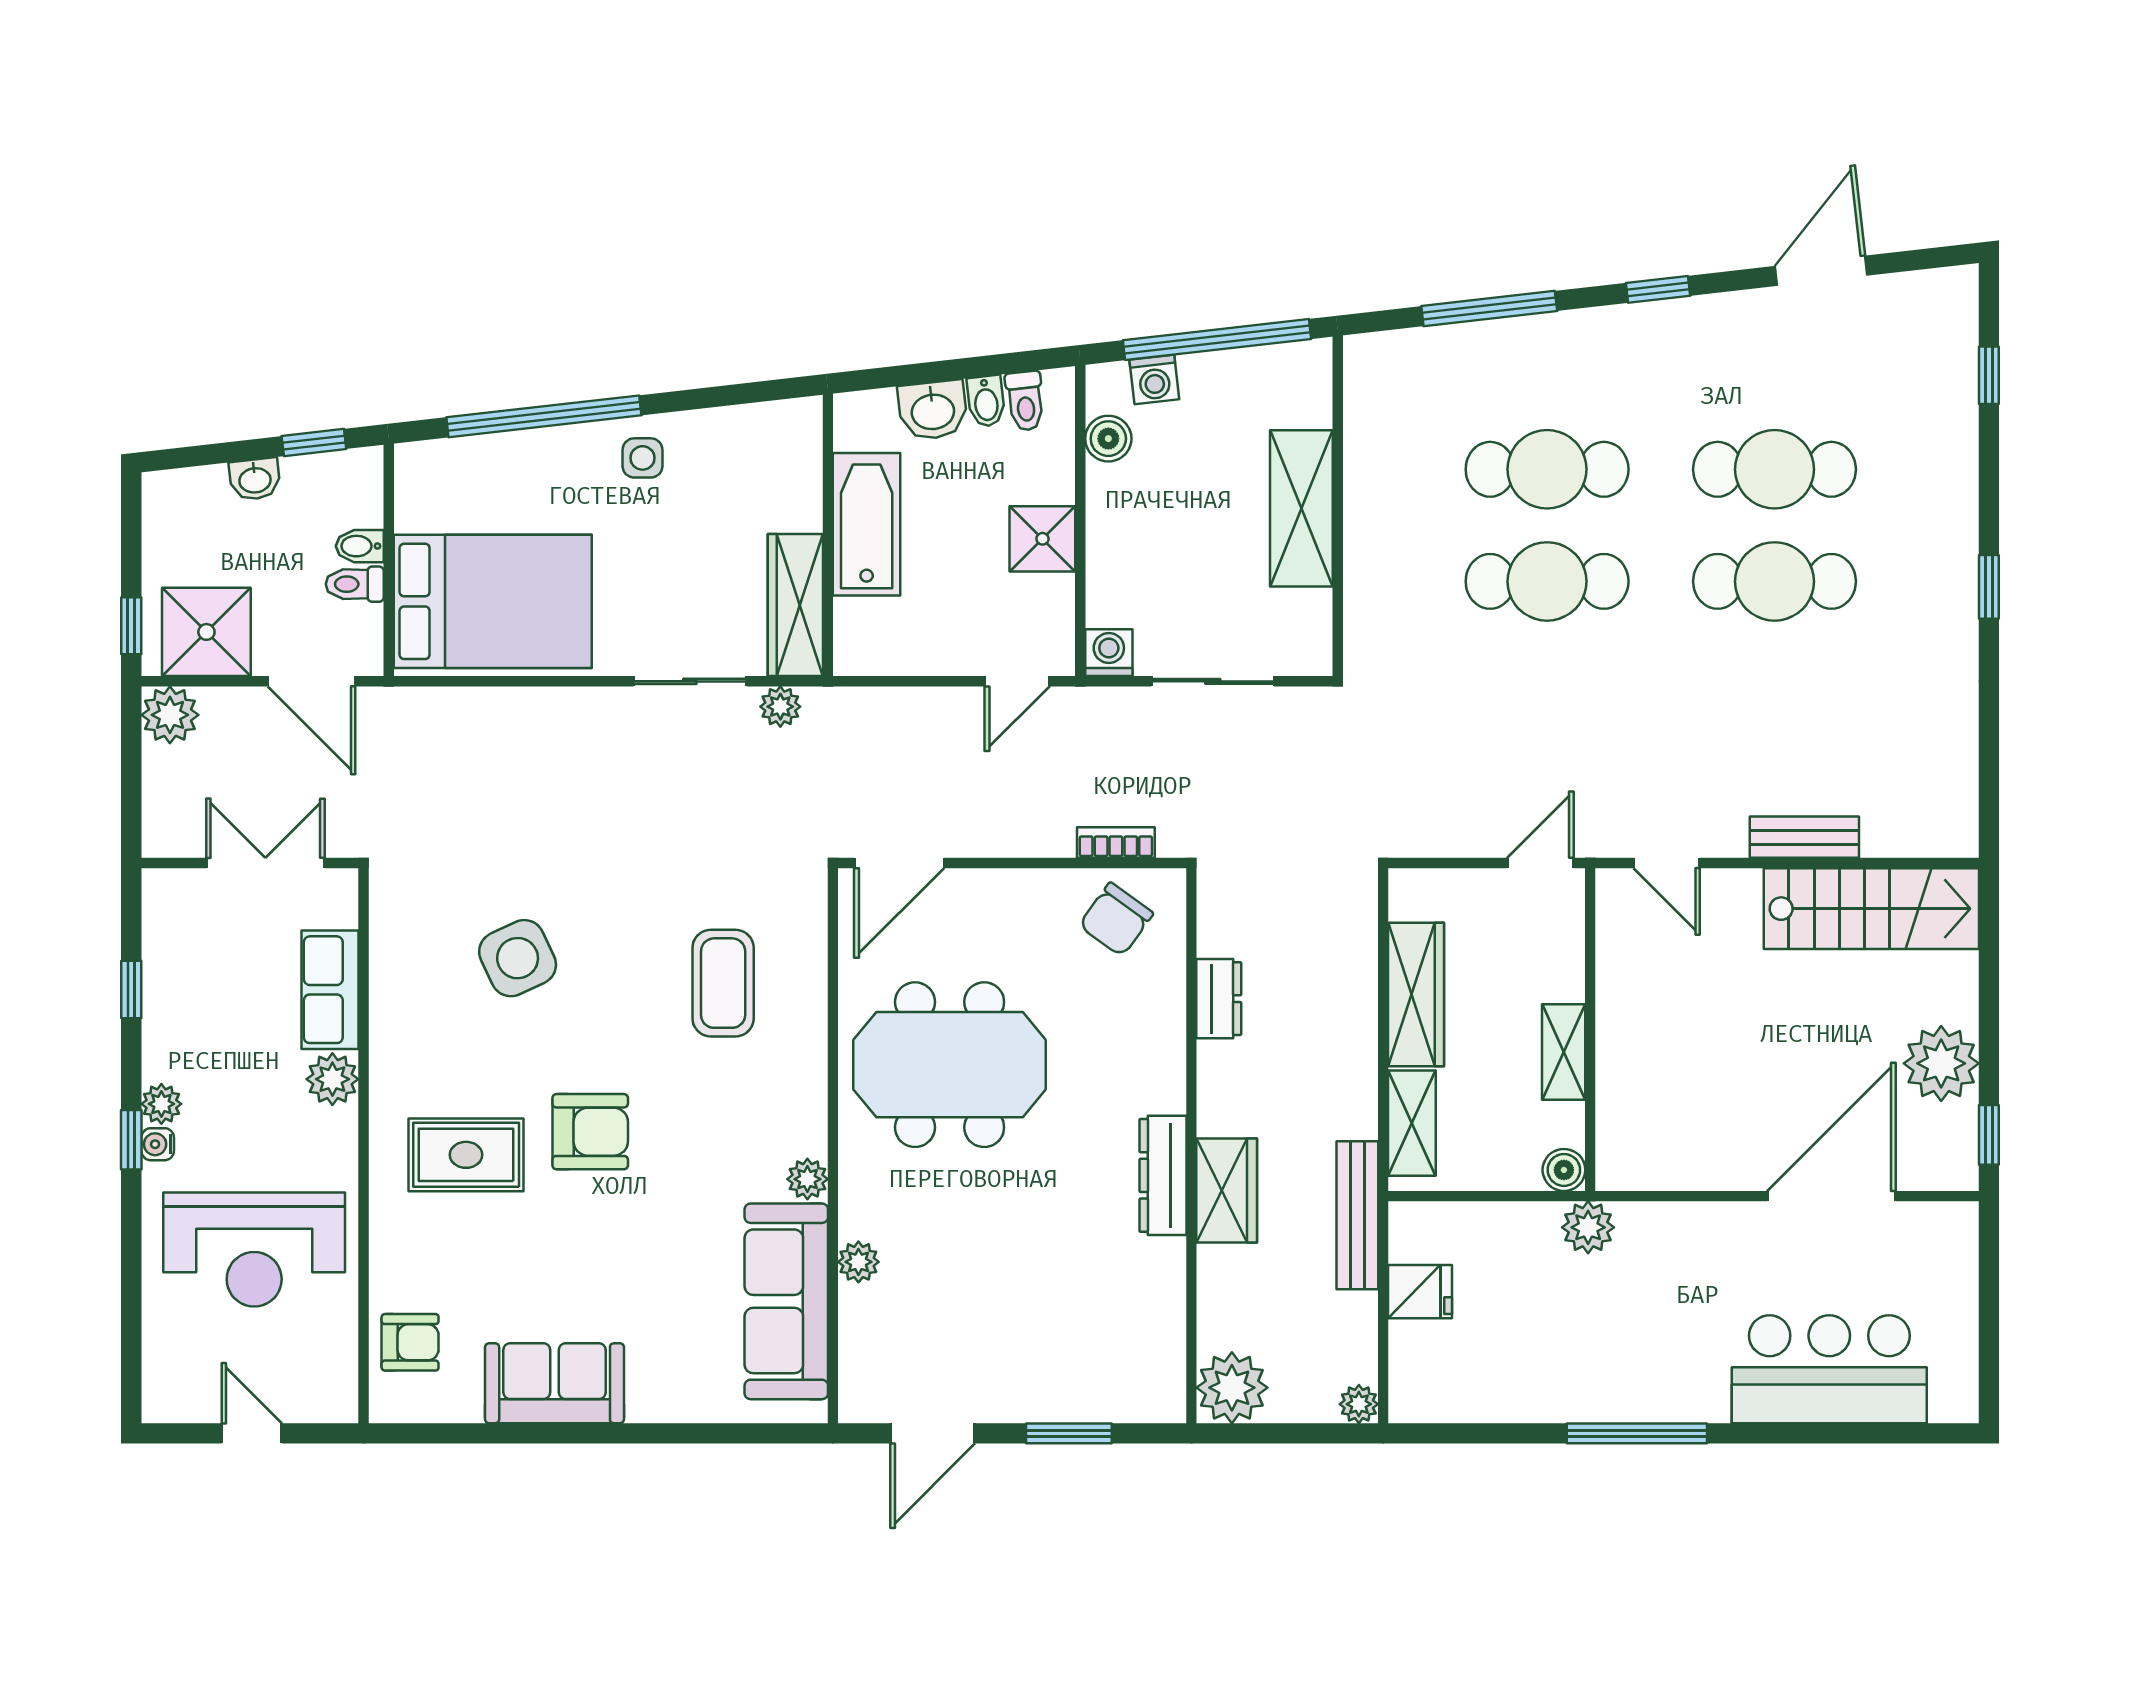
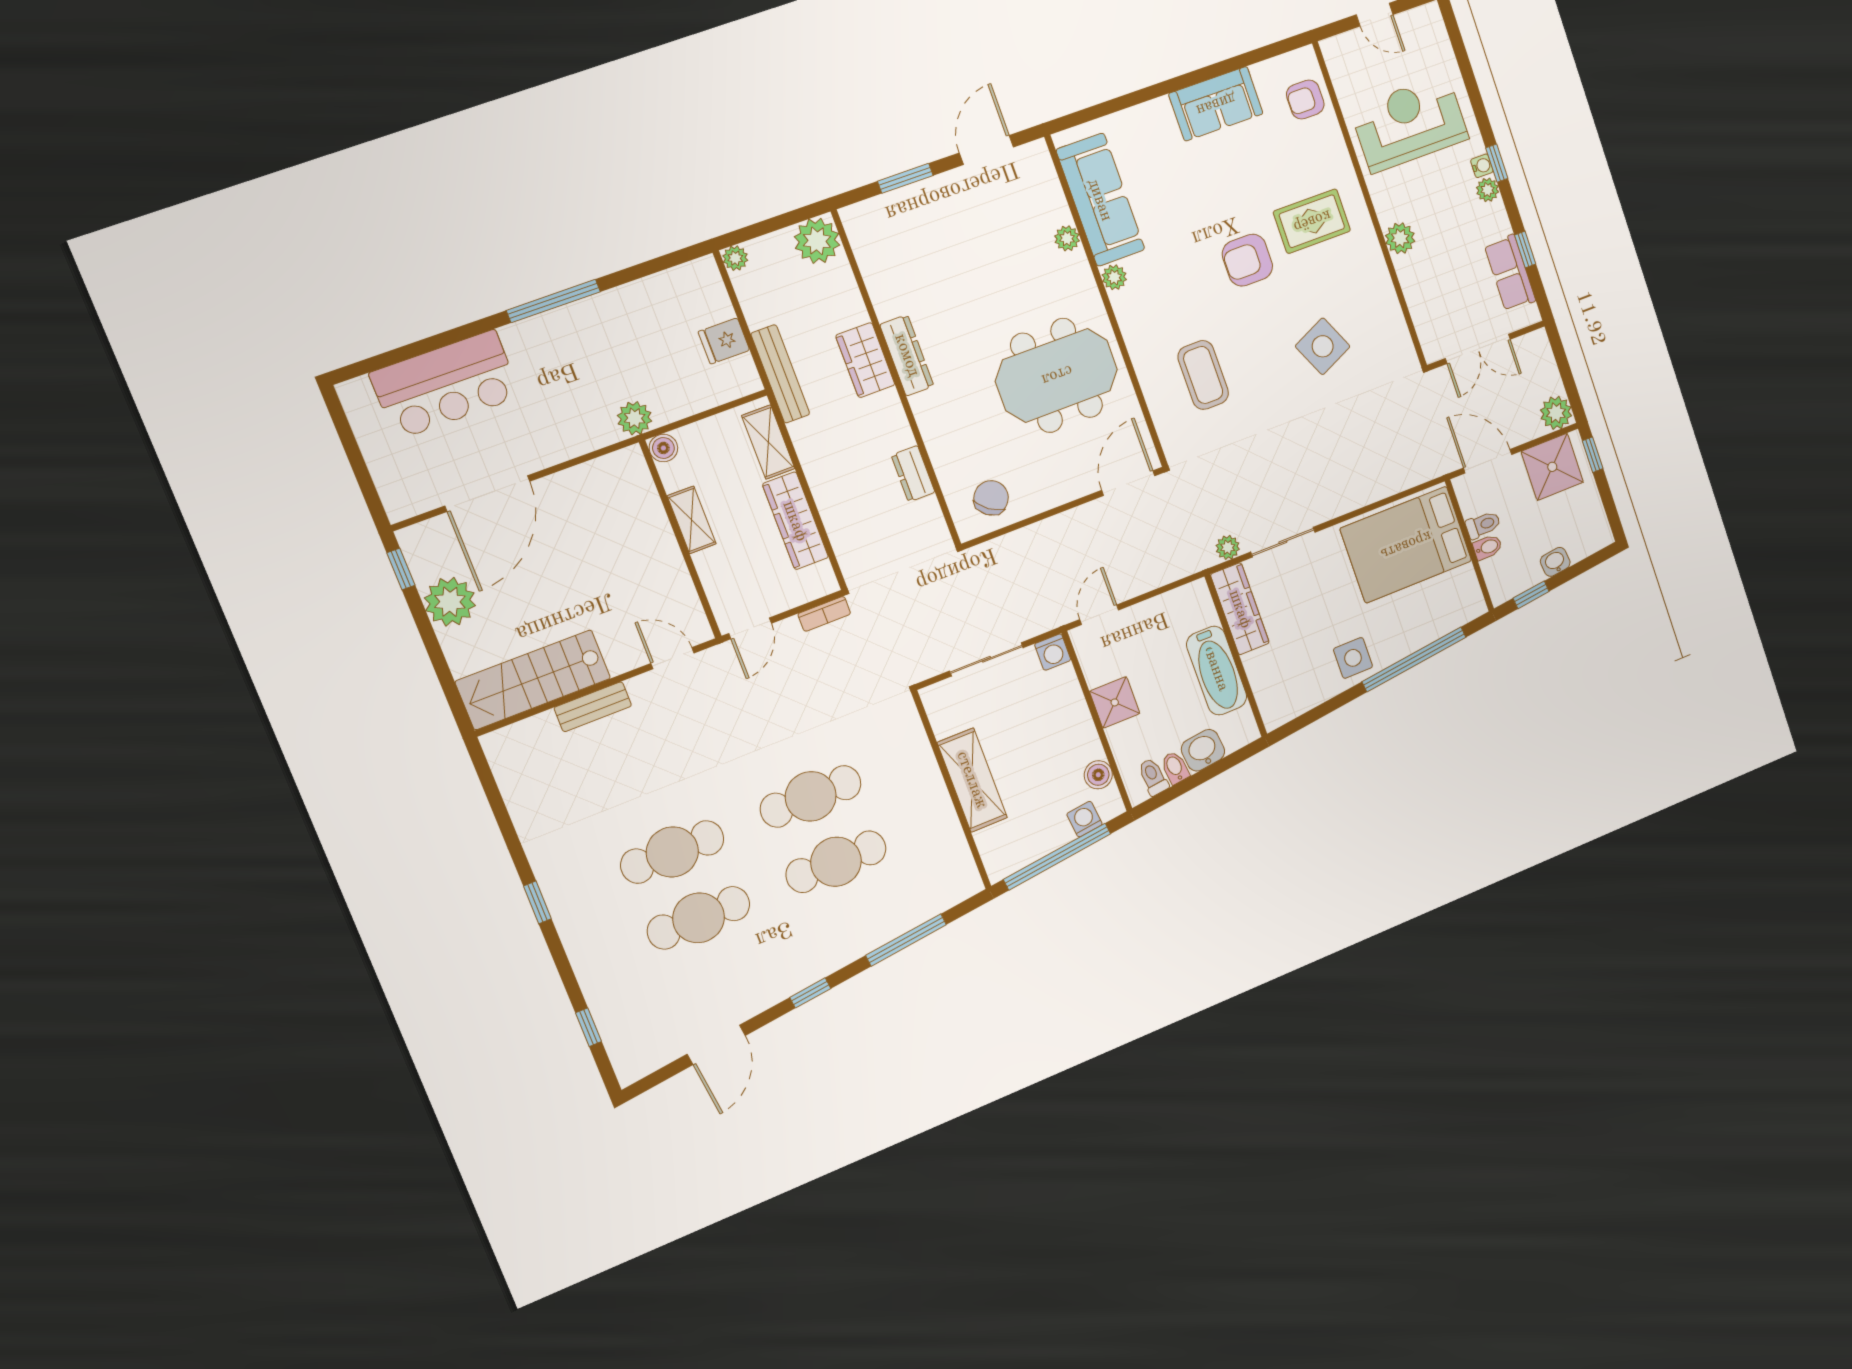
side table: (643, 458) -> (1353, 658), width x1.37, depth x1.37
bookcase: (1116, 842) -> (824, 614), moved
row of seats: (330, 990) -> (1510, 273), moved, turned 180

